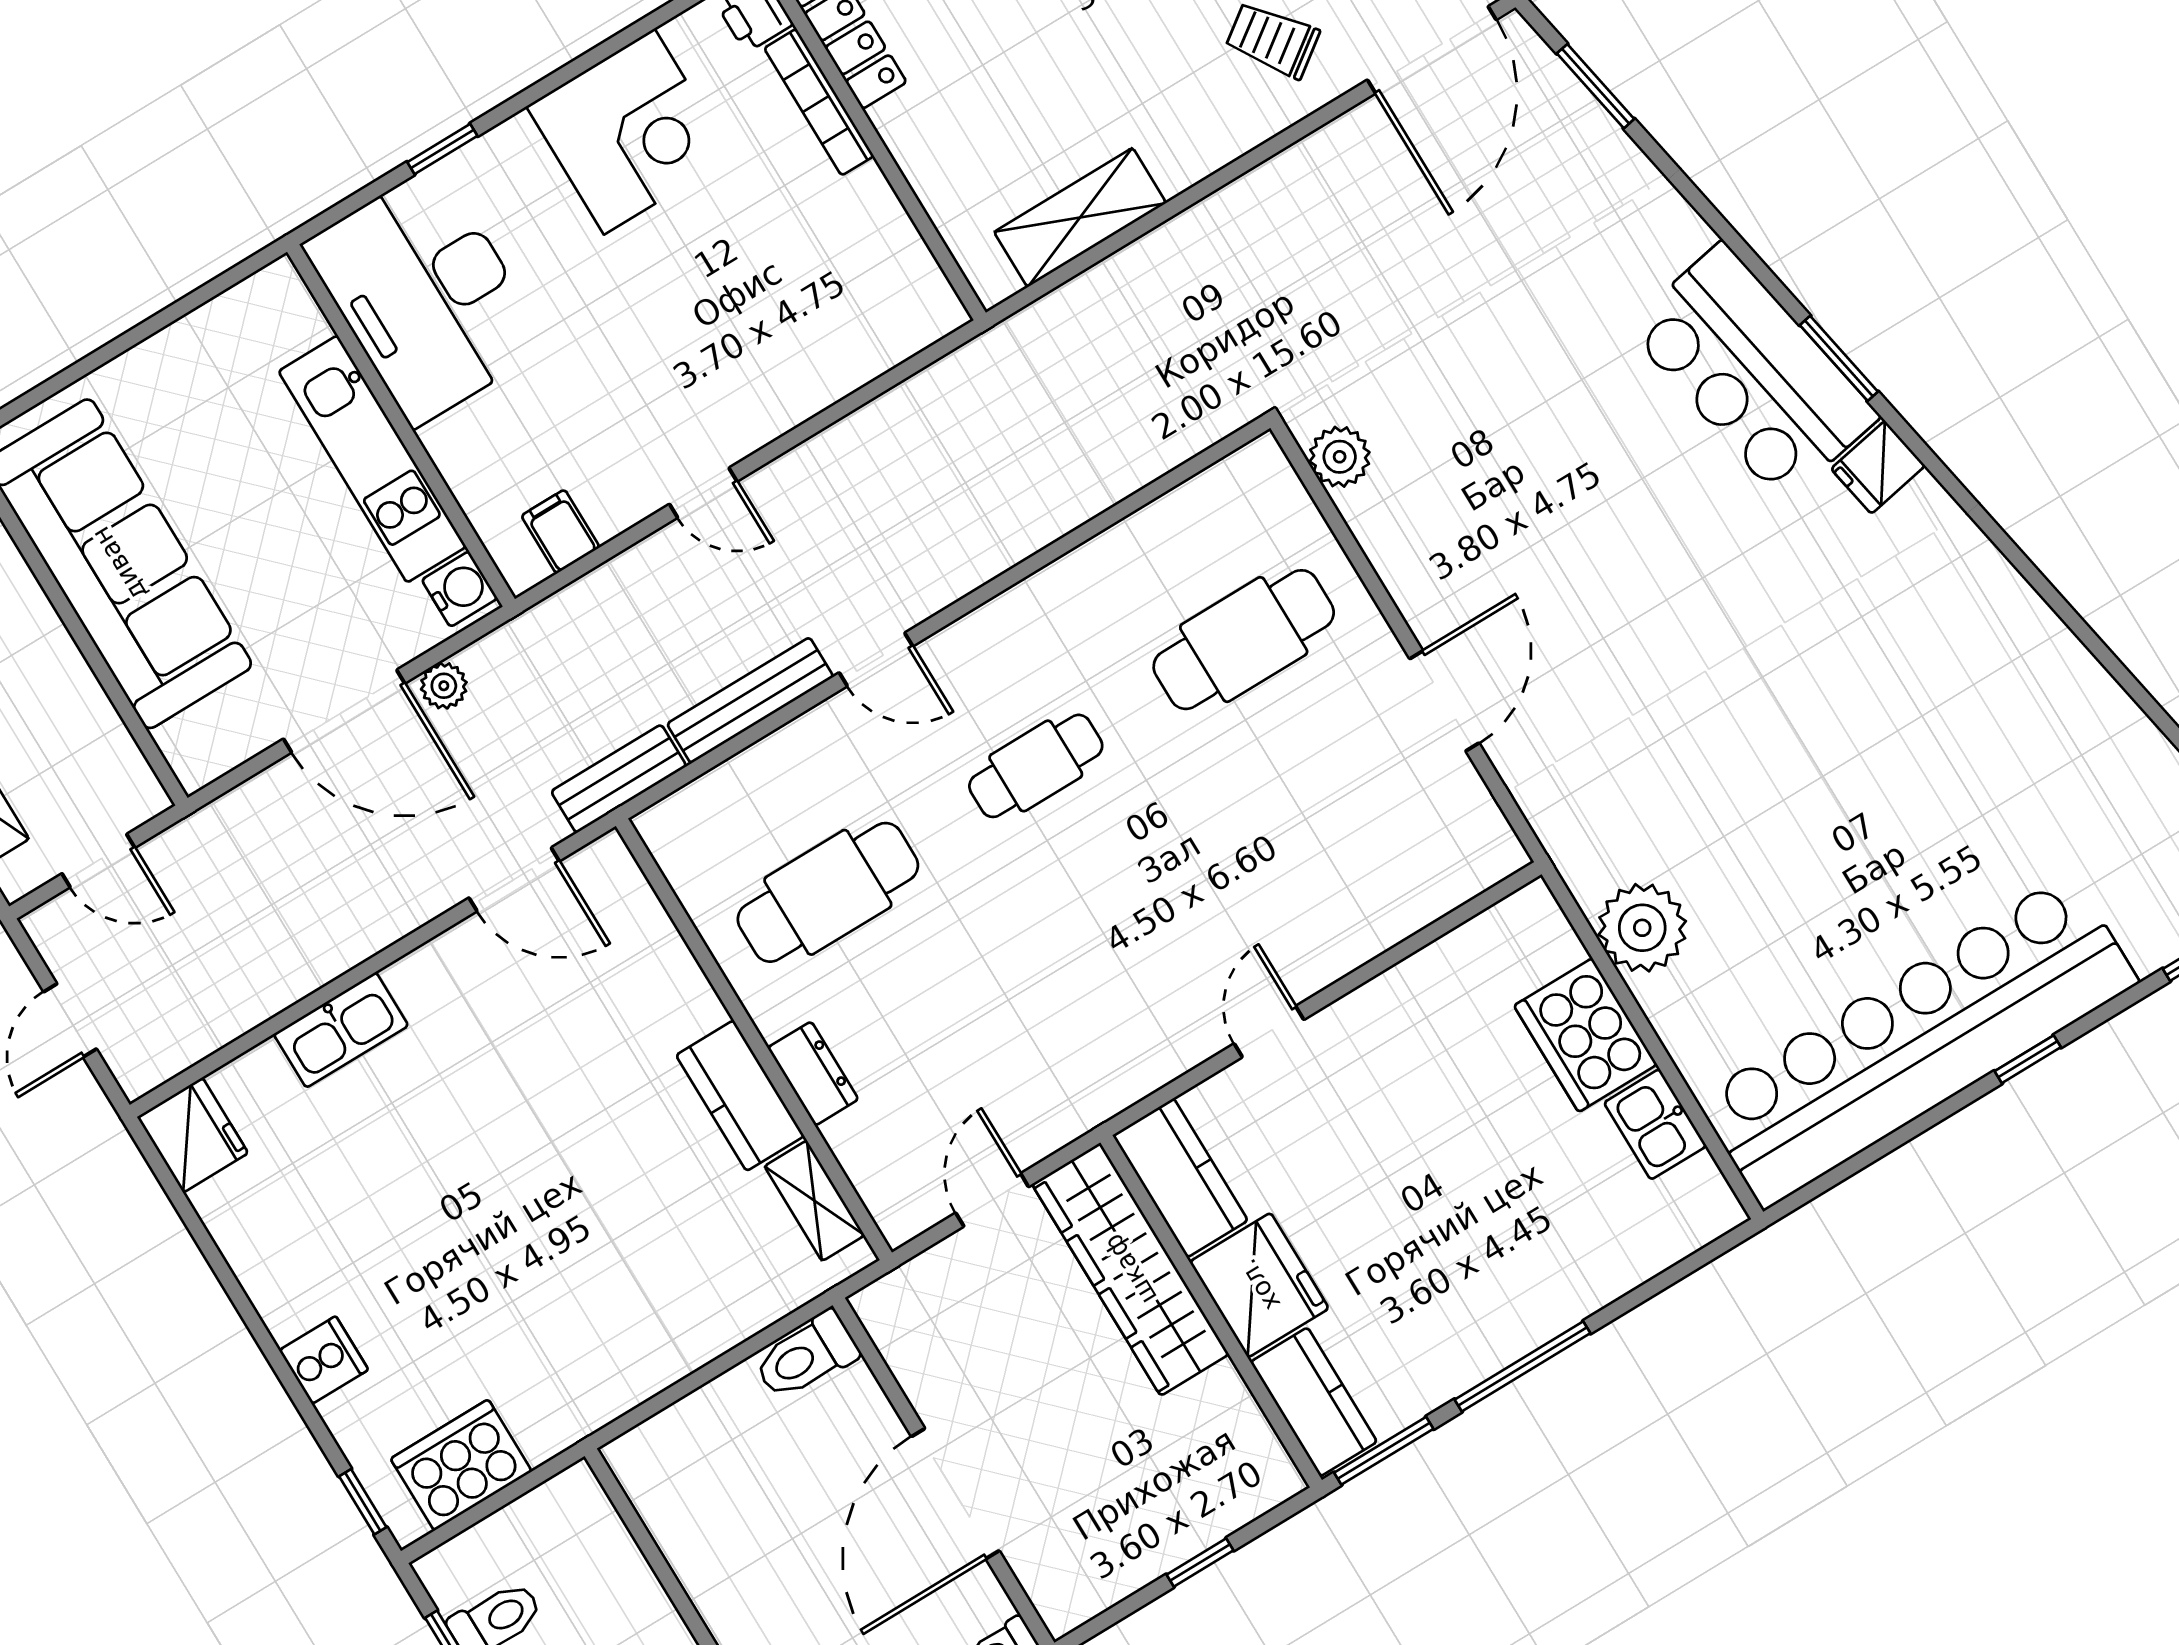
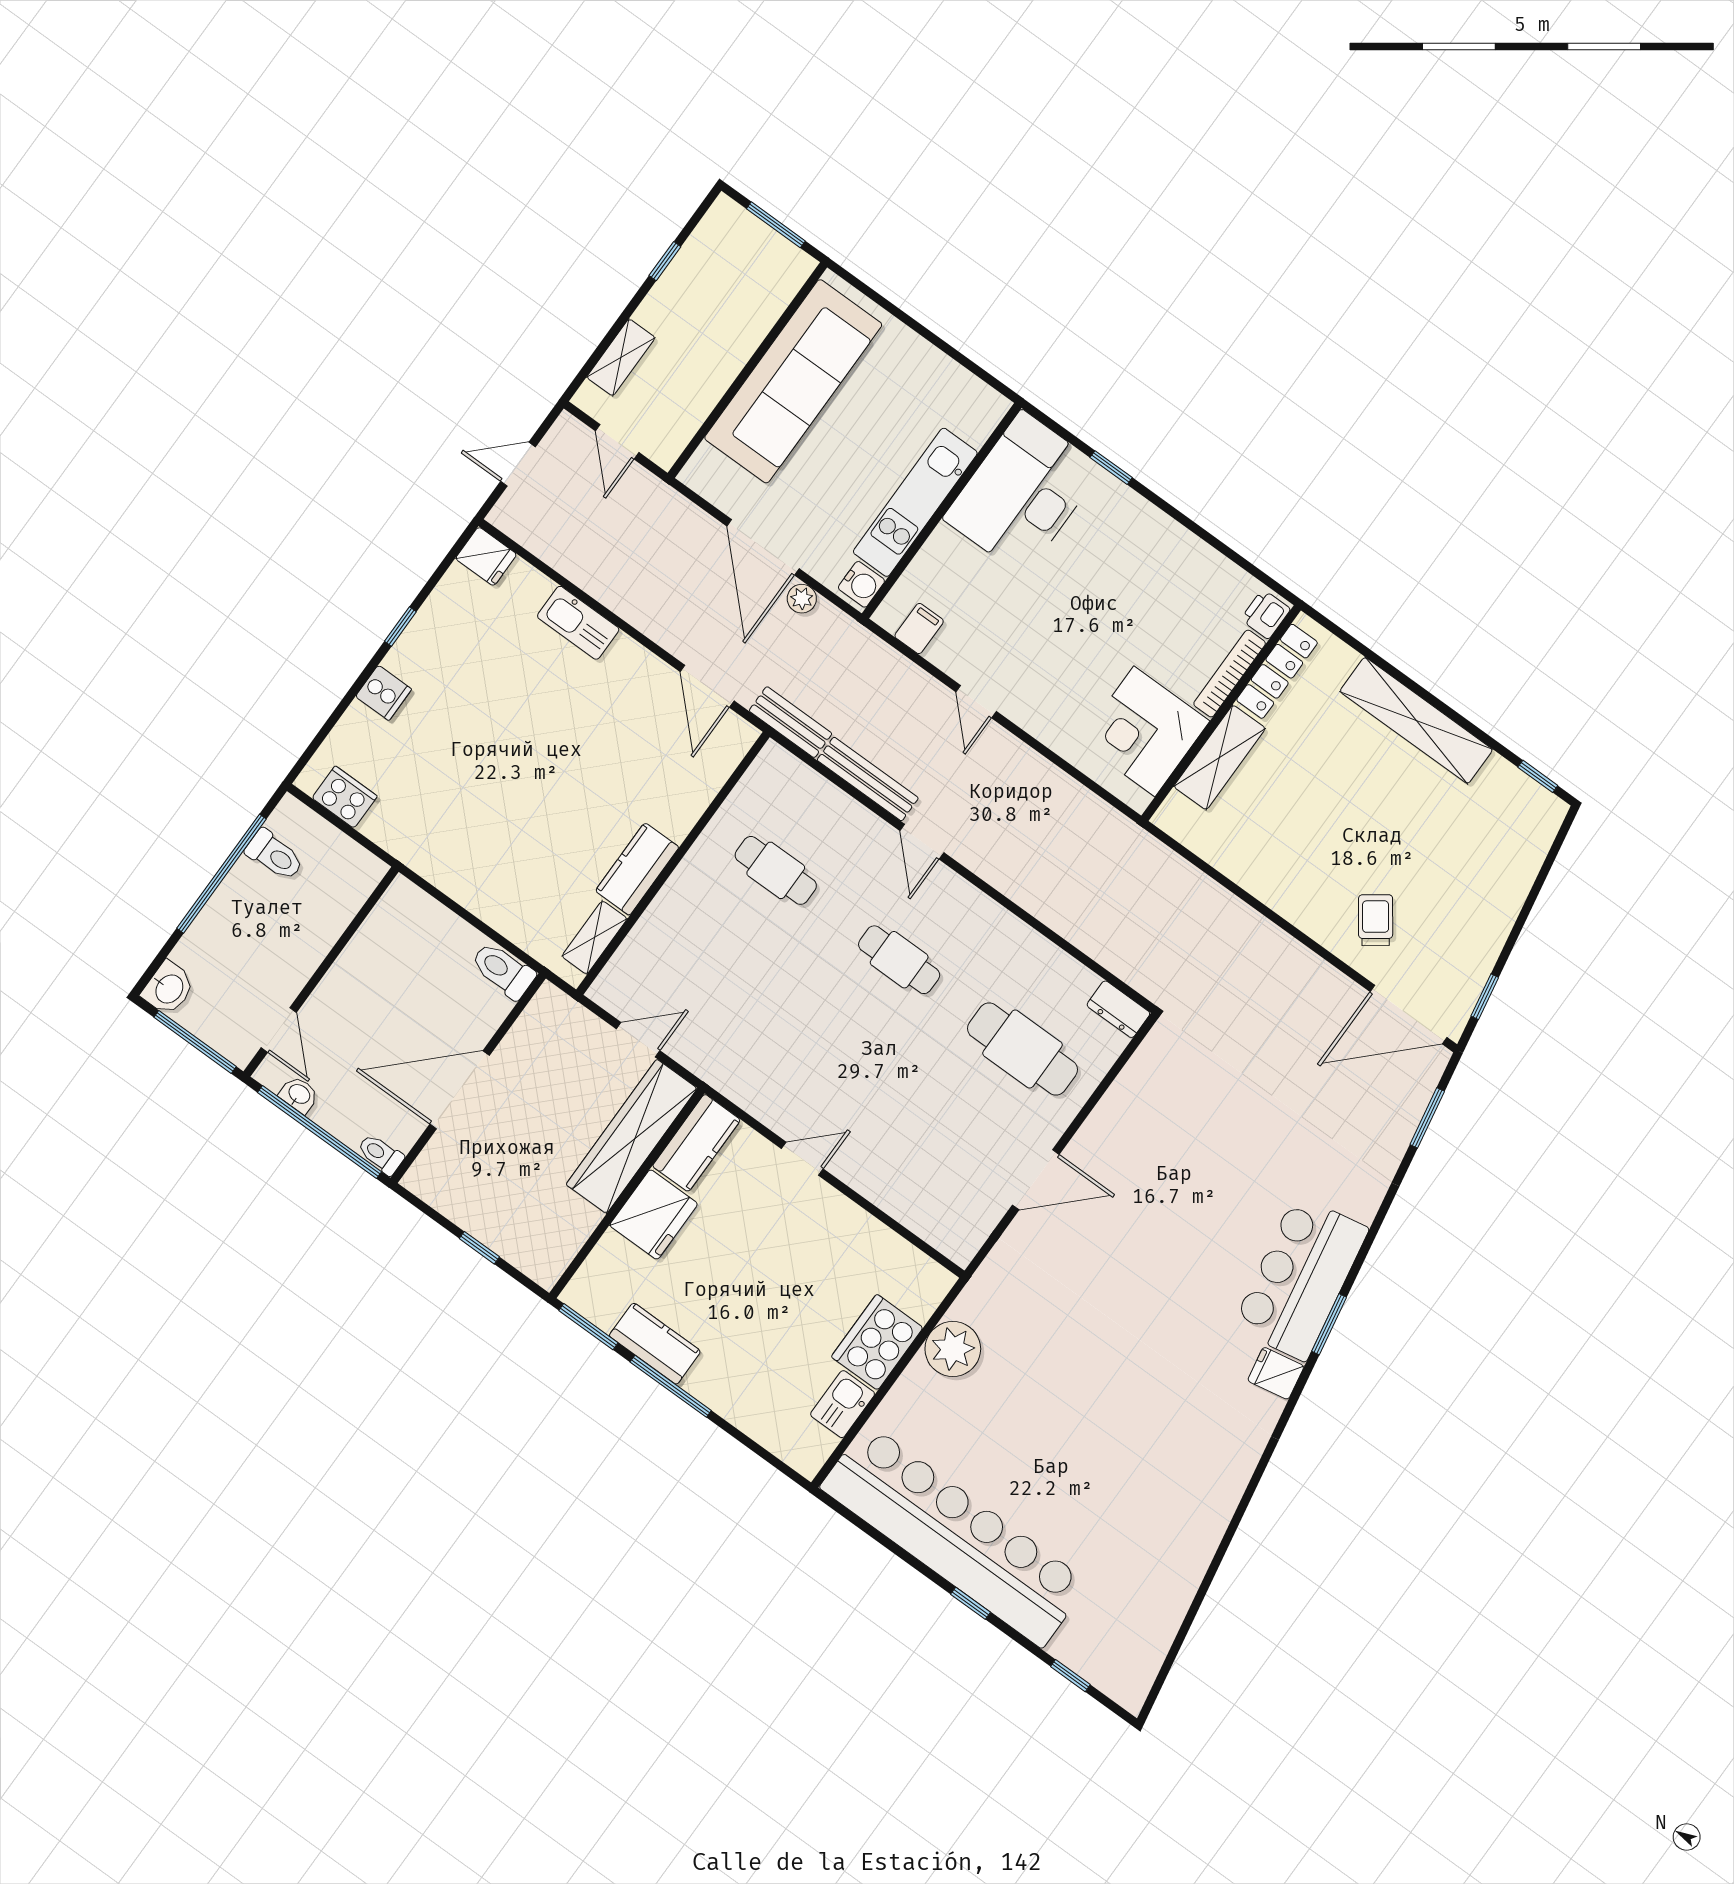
corner desk: (629, 132) -> (1144, 731), moved, turned 90
shelving: (1080, 217) -> (1220, 757), moved, turned 90
plant: (1340, 457) -> (1151, 1060), removed
cafe table: (828, 892) -> (776, 870), width x0.73, depth x0.74
dresser: (813, 1074) -> (1118, 1009), moved, turned 90
fridge: (193, 1135) -> (486, 556), width x0.72
kitchen counter: (1314, 1402) -> (655, 1344), moved, turned -90
cooker: (461, 1465) -> (345, 797), width x0.73, depth x0.76
window: (363, 1502) -> (400, 626), moved

